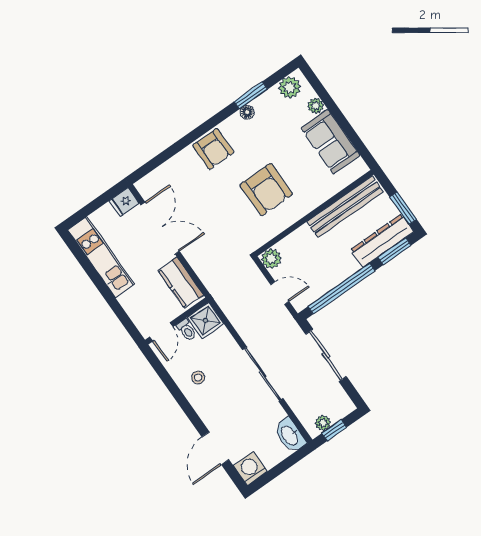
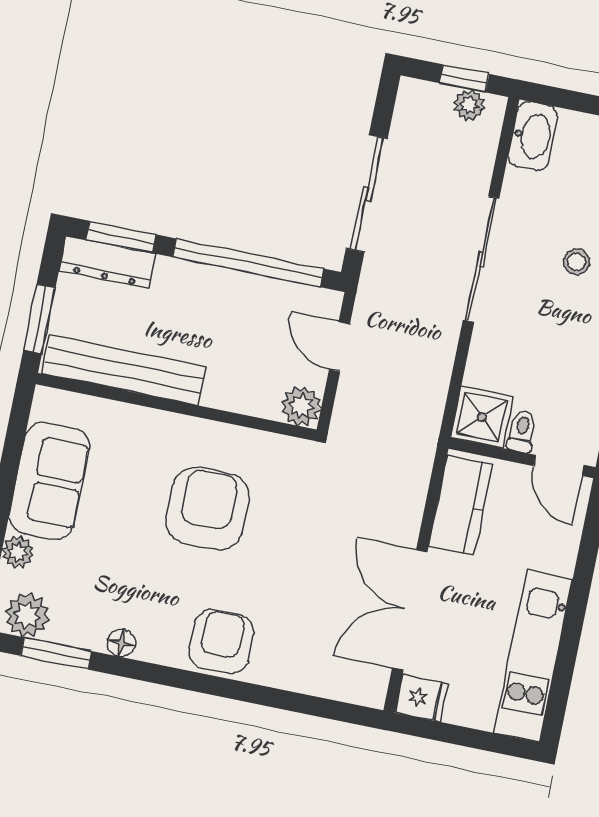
window: (251, 95) -> (56, 653), moved
window: (403, 208) -> (39, 319), moved
dresser: (382, 241) -> (107, 262), width x0.73, depth x0.80
door: (161, 332) -> (559, 465), swing flipped
stool: (198, 377) -> (577, 262), moved

